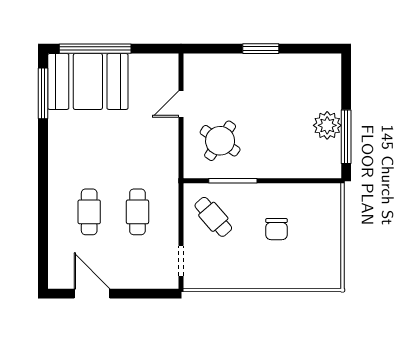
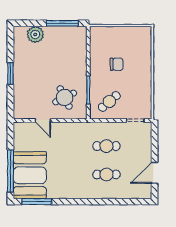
plant: (327, 125) -> (35, 34), moved
round table: (220, 141) -> (65, 97), turned 30

